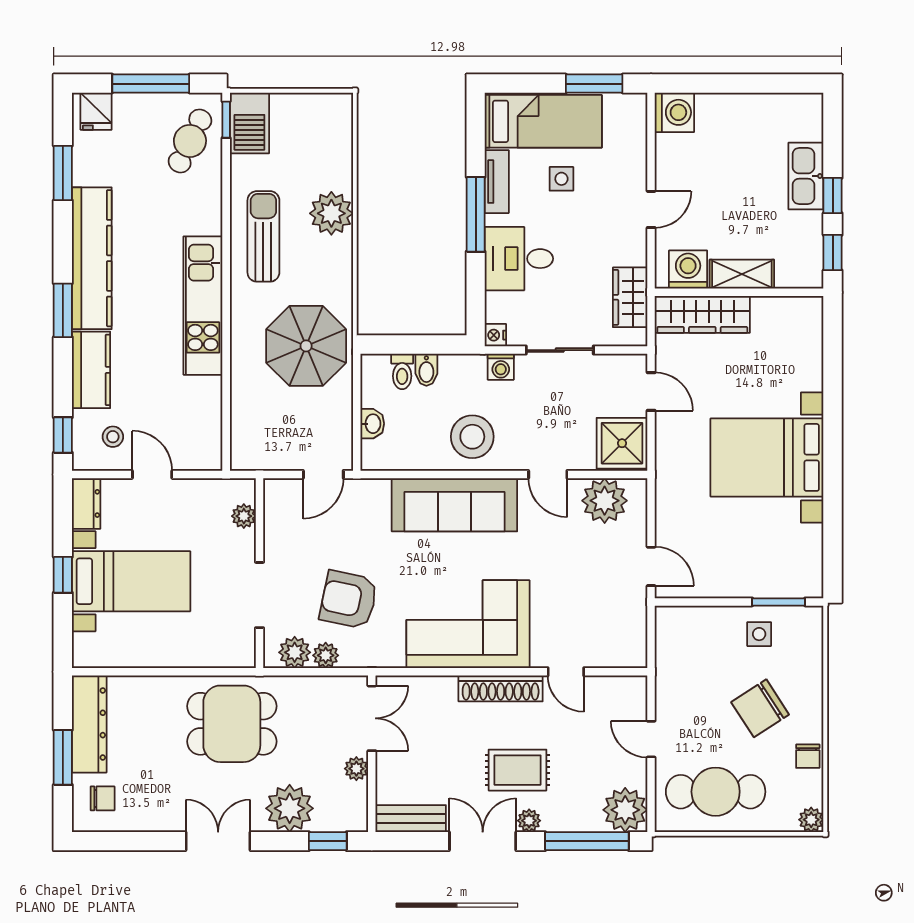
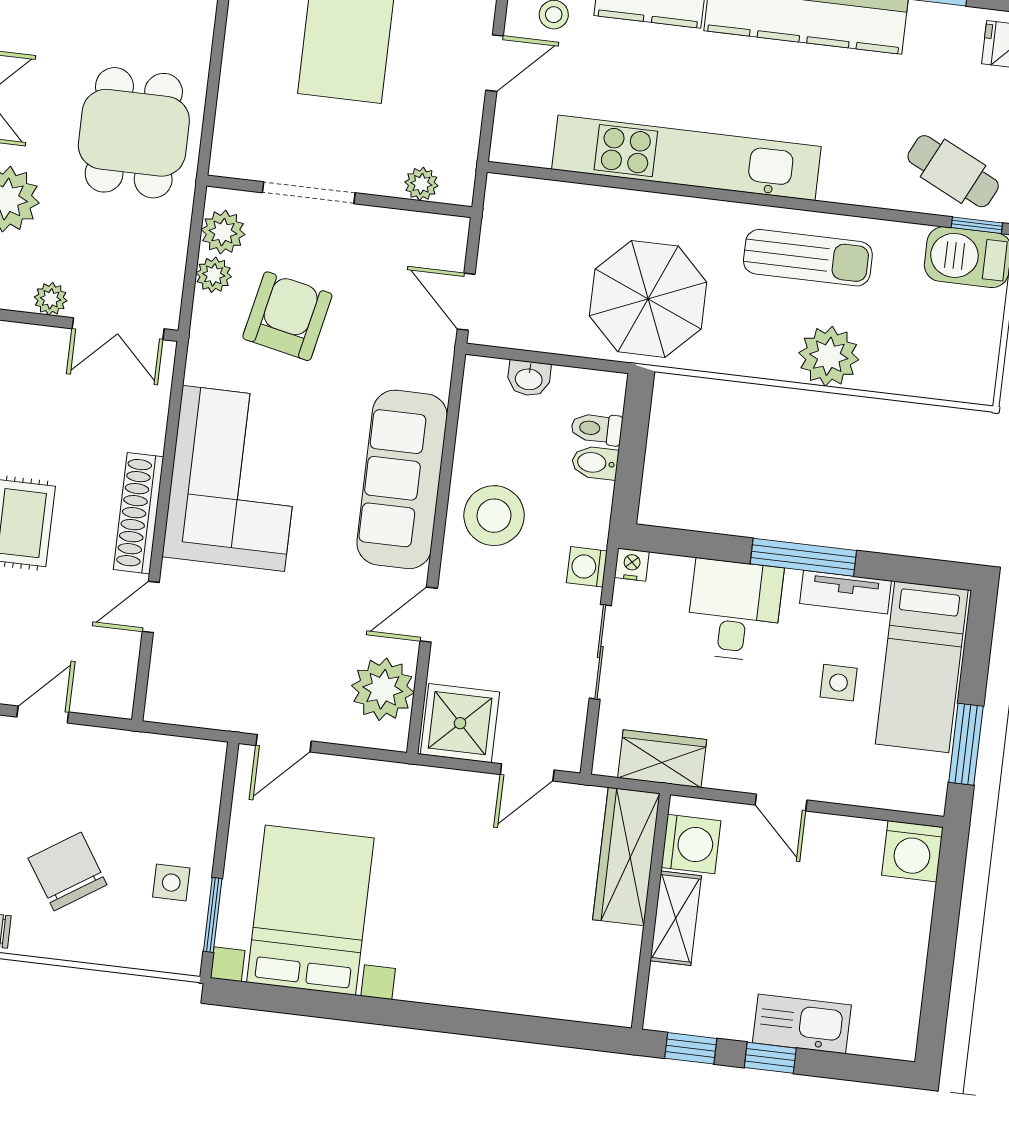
kitchen unit: (203, 306) -> (686, 158), width x1.36
bed with nightstands: (767, 457) -> (310, 910), moved

